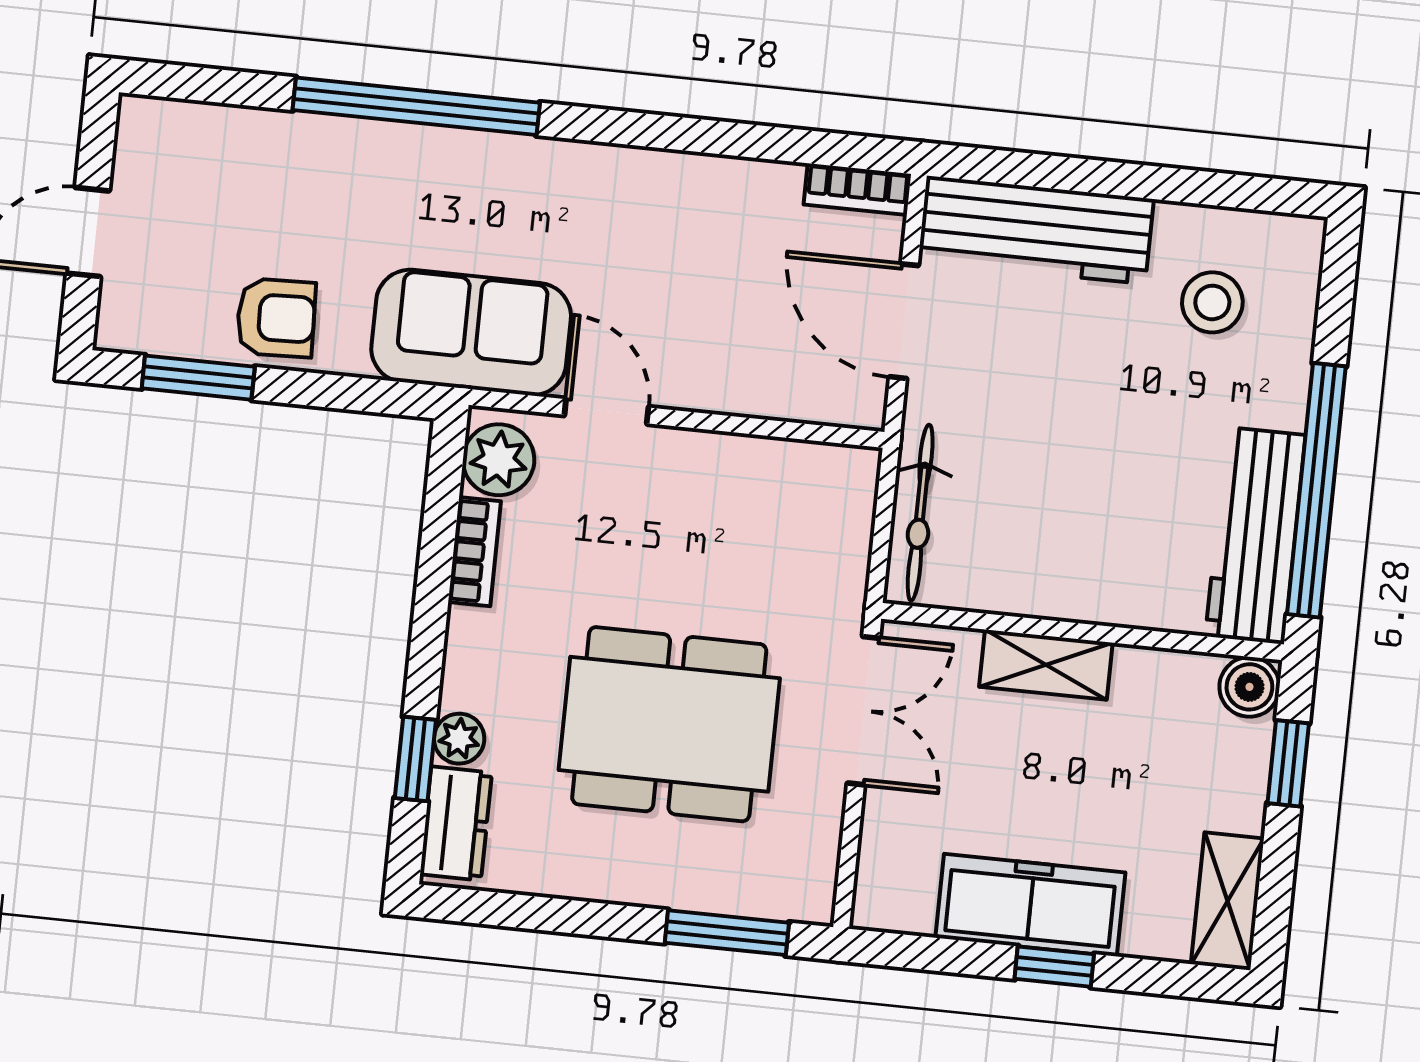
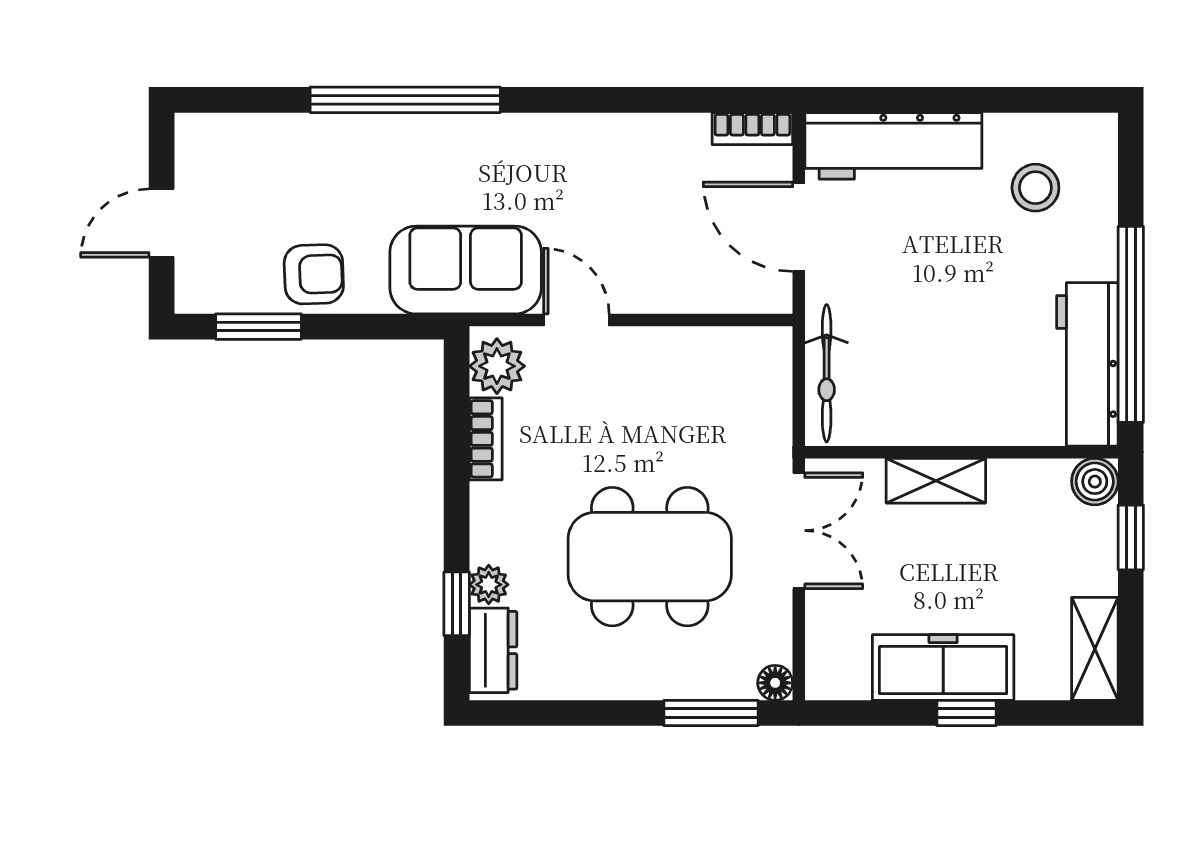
floor lamp: (813, 903) -> (775, 683), added

